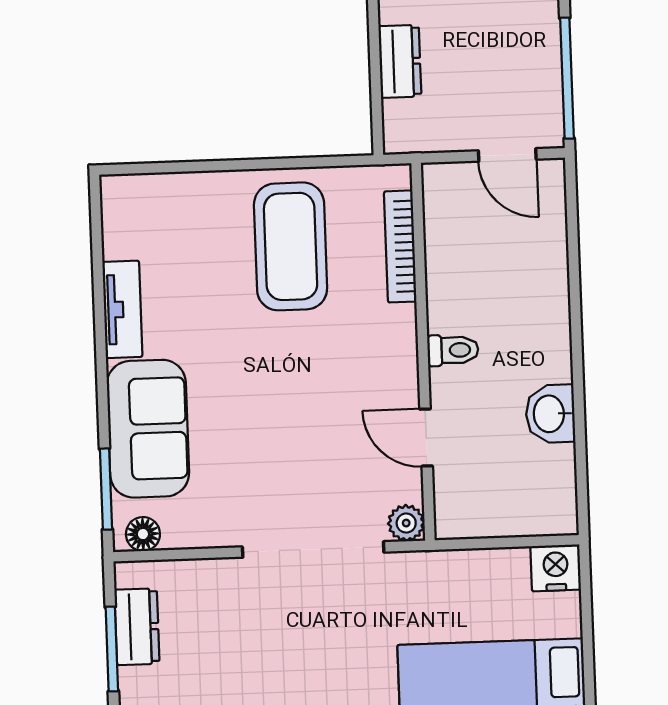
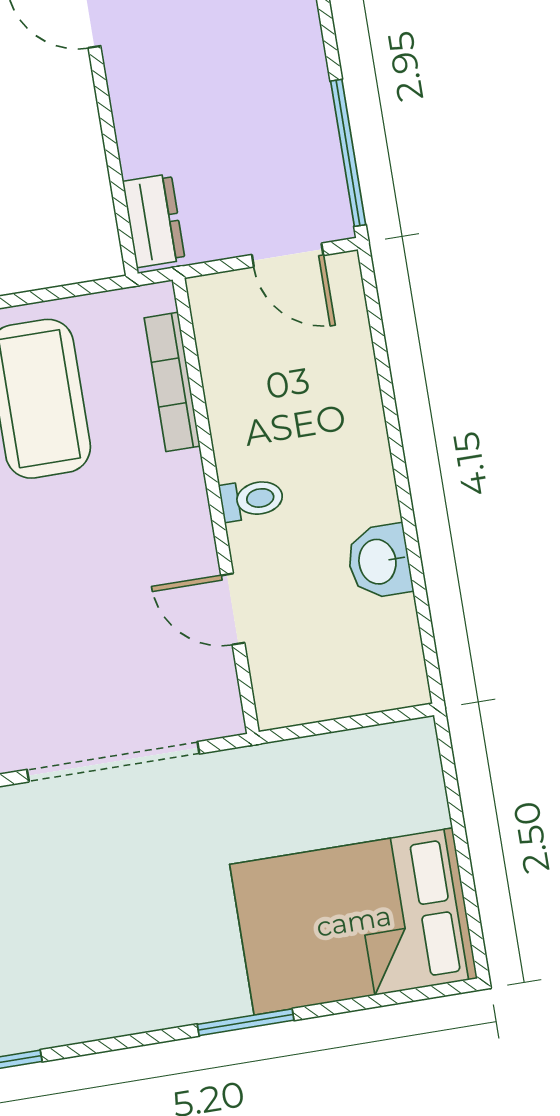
dresser: (400, 61) -> (154, 221), moved
plant: (406, 523) -> (222, 715), removed
nightstand: (556, 568) -> (409, 747), removed

